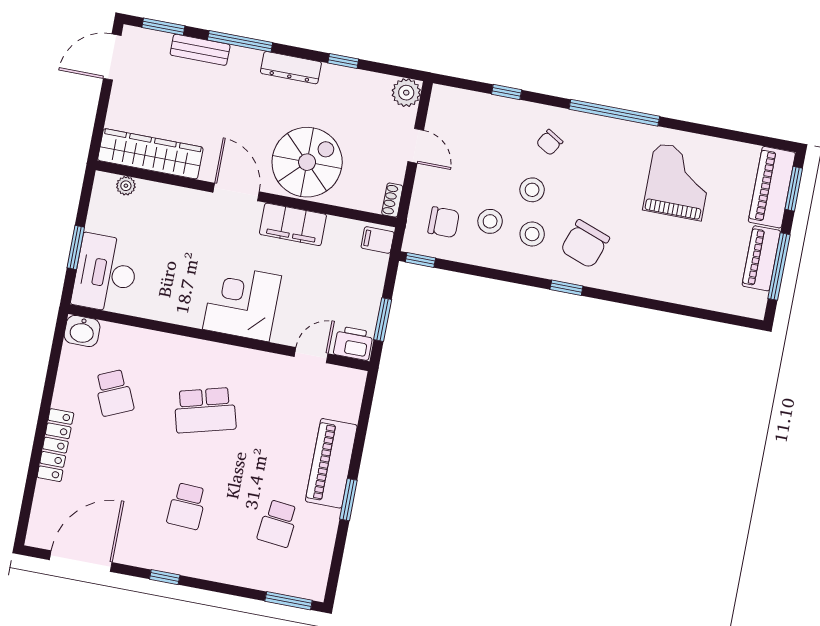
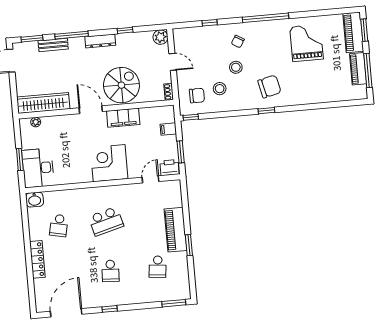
stool: (532, 234) -> (242, 89), removed
filing cabinet: (378, 240) -> (168, 129), moved
chair: (585, 244) -> (269, 86), turned -123
school desk: (114, 393) -> (59, 225), turned 36

